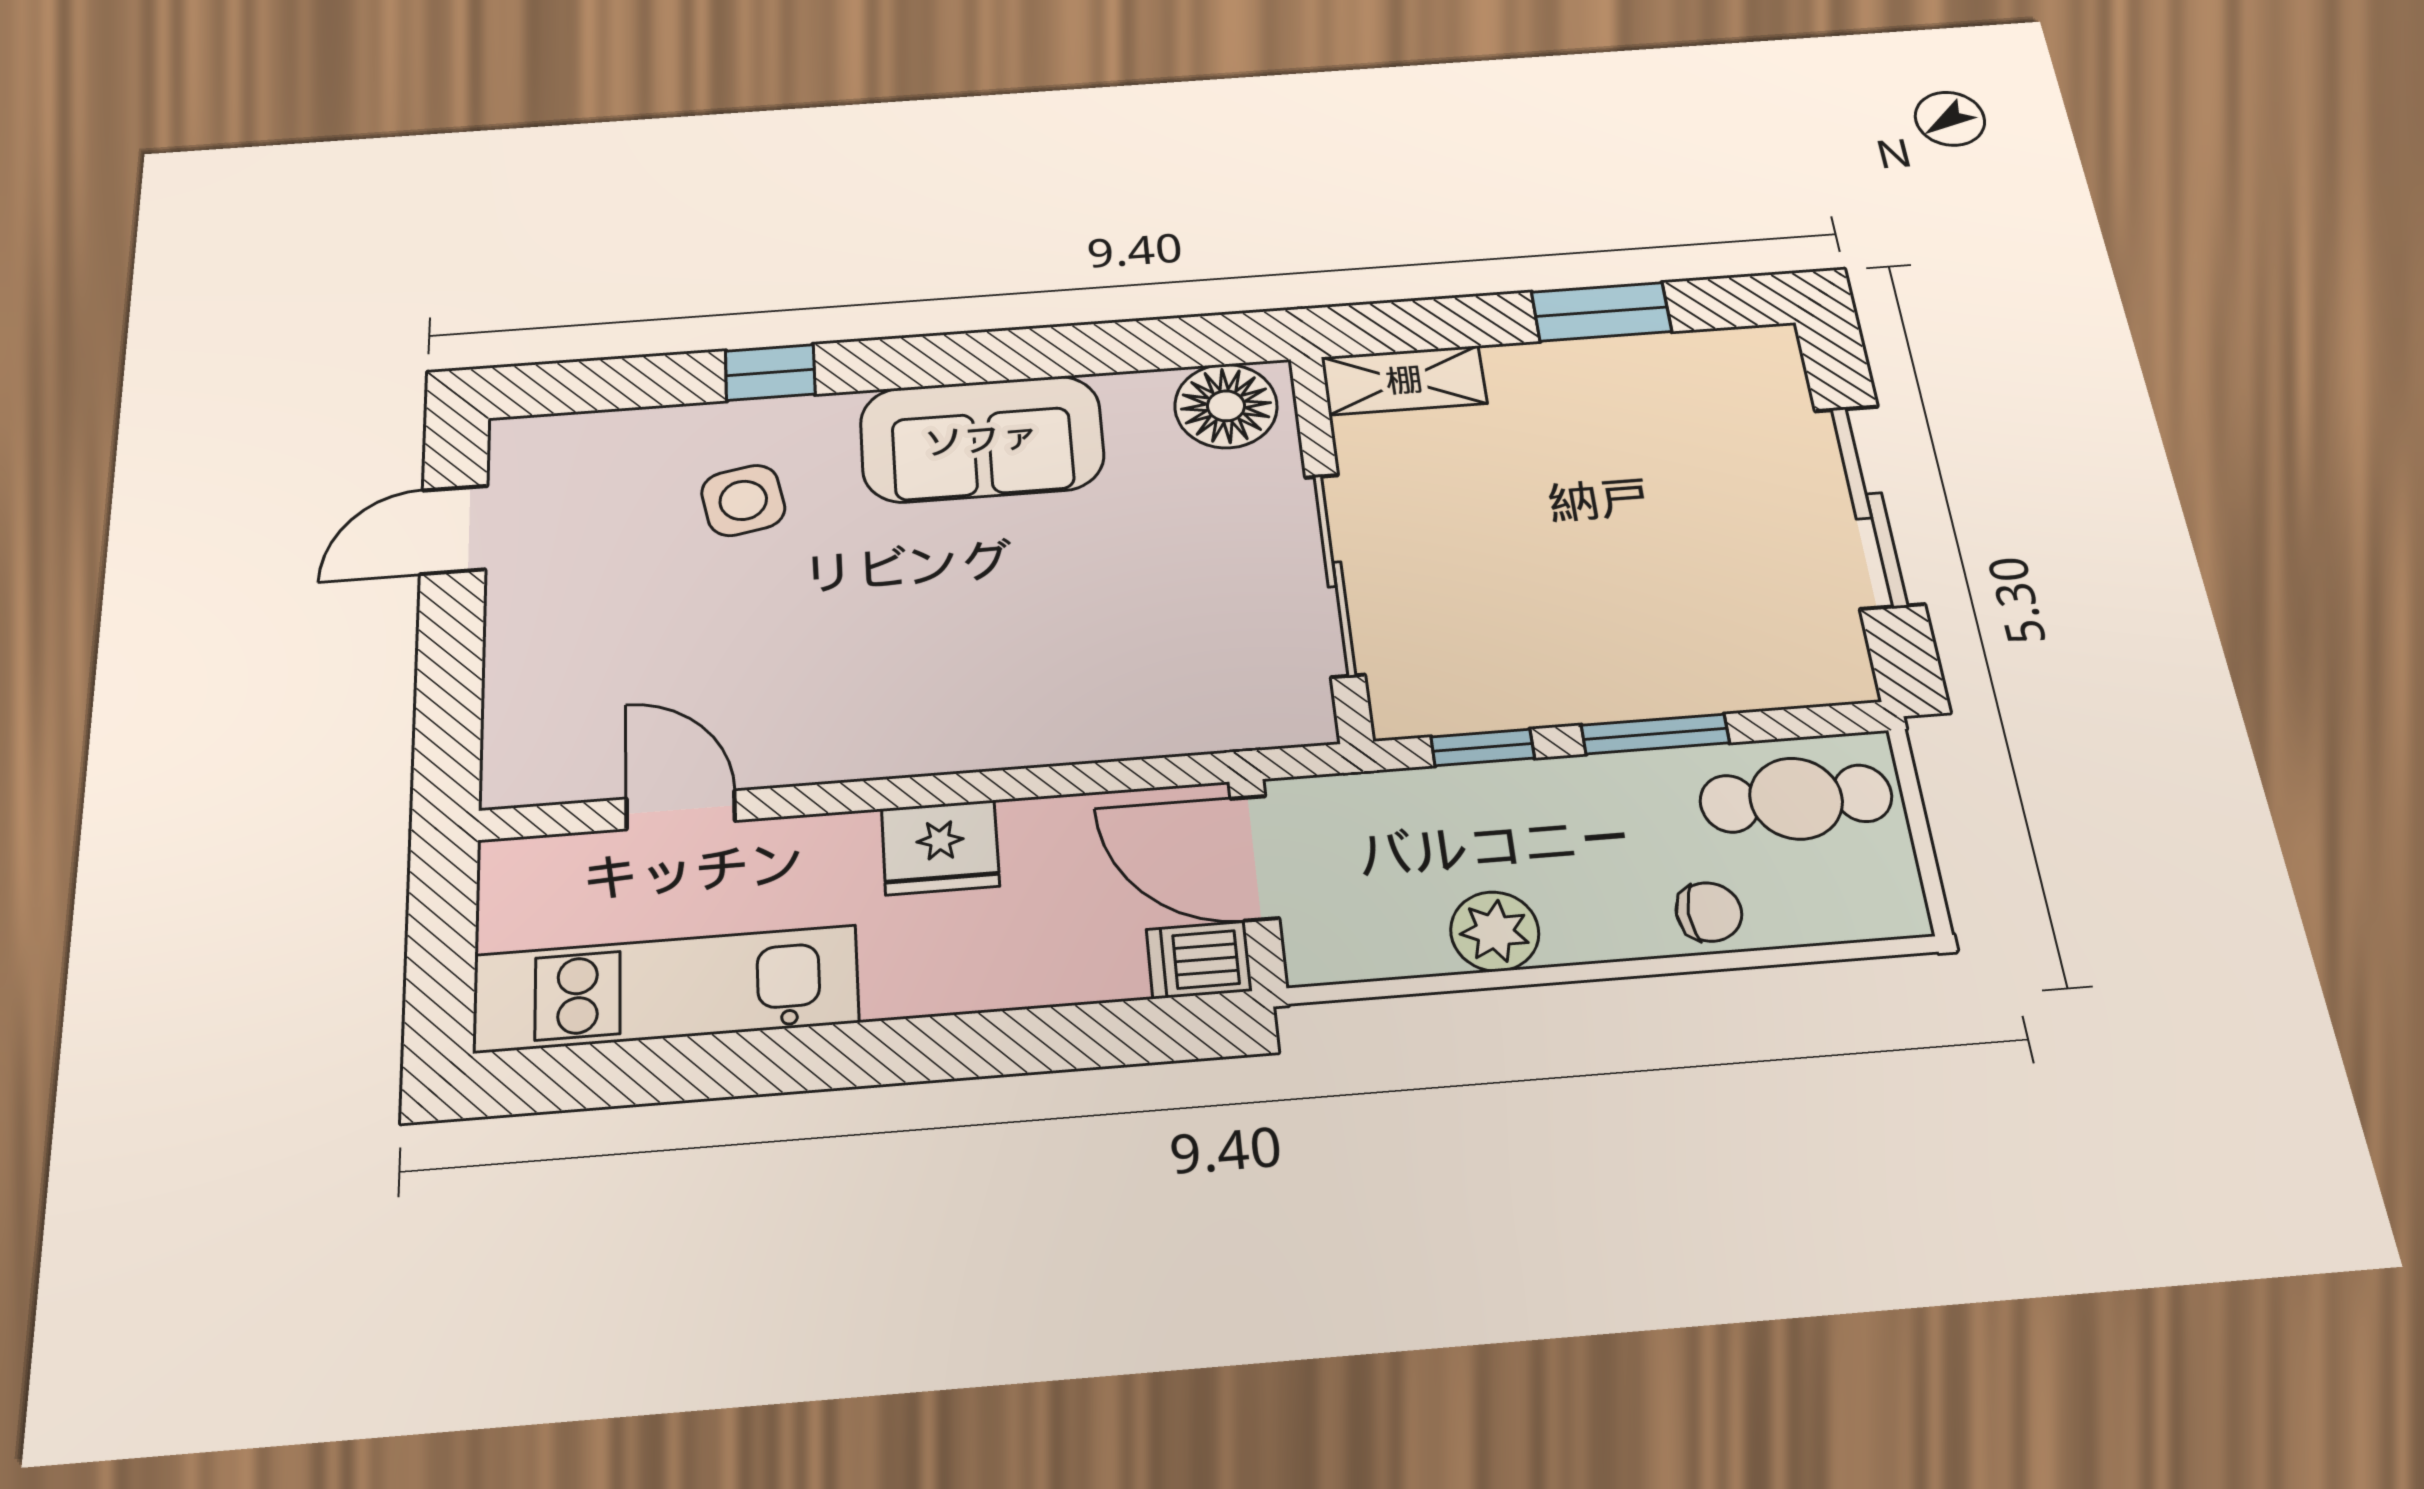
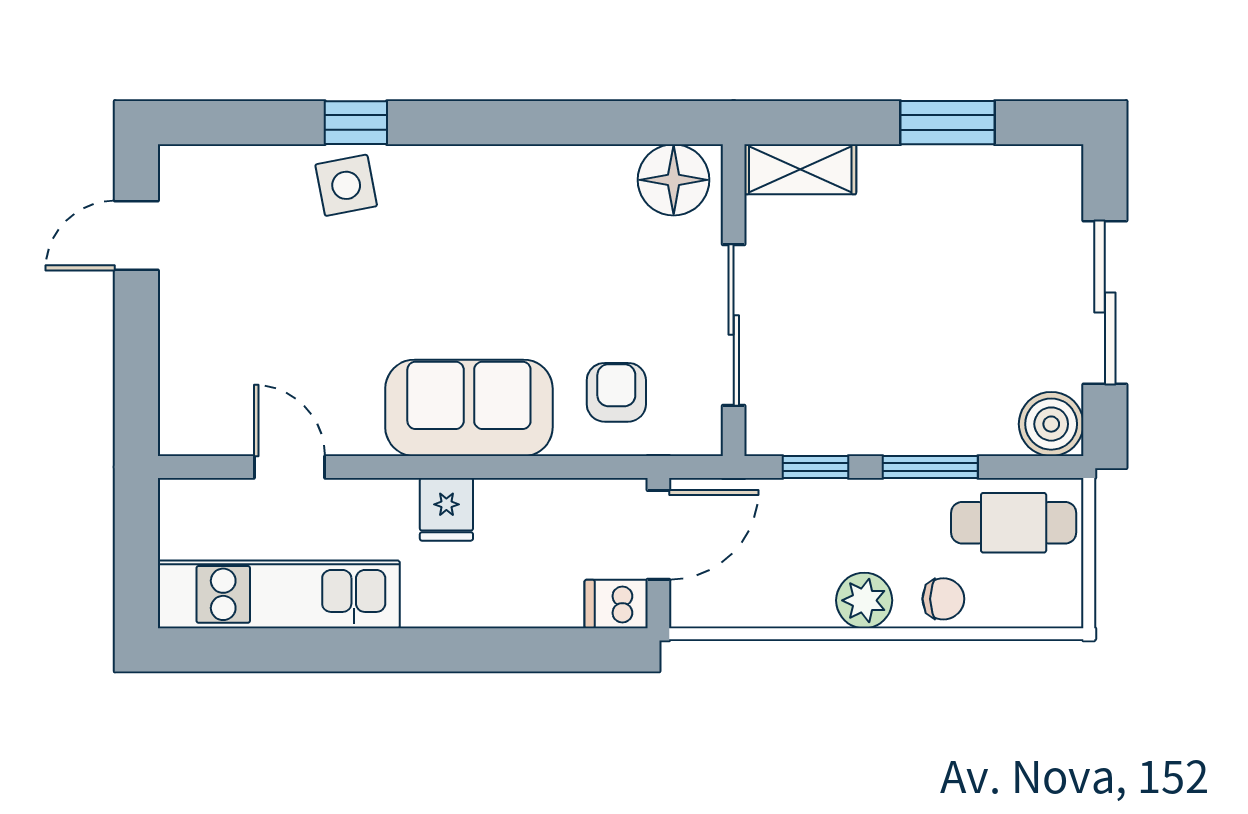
sofa: (982, 439) -> (469, 408), moved, turned 180
side table: (743, 500) -> (346, 185), moved
boiler: (1825, 664) -> (1051, 424), added
armchair: (1171, 673) -> (616, 392), added
fridge: (940, 847) -> (446, 509), width x0.72
door: (1255, 858) -> (658, 535), swing flipped
plant: (1495, 931) -> (864, 600), moved

